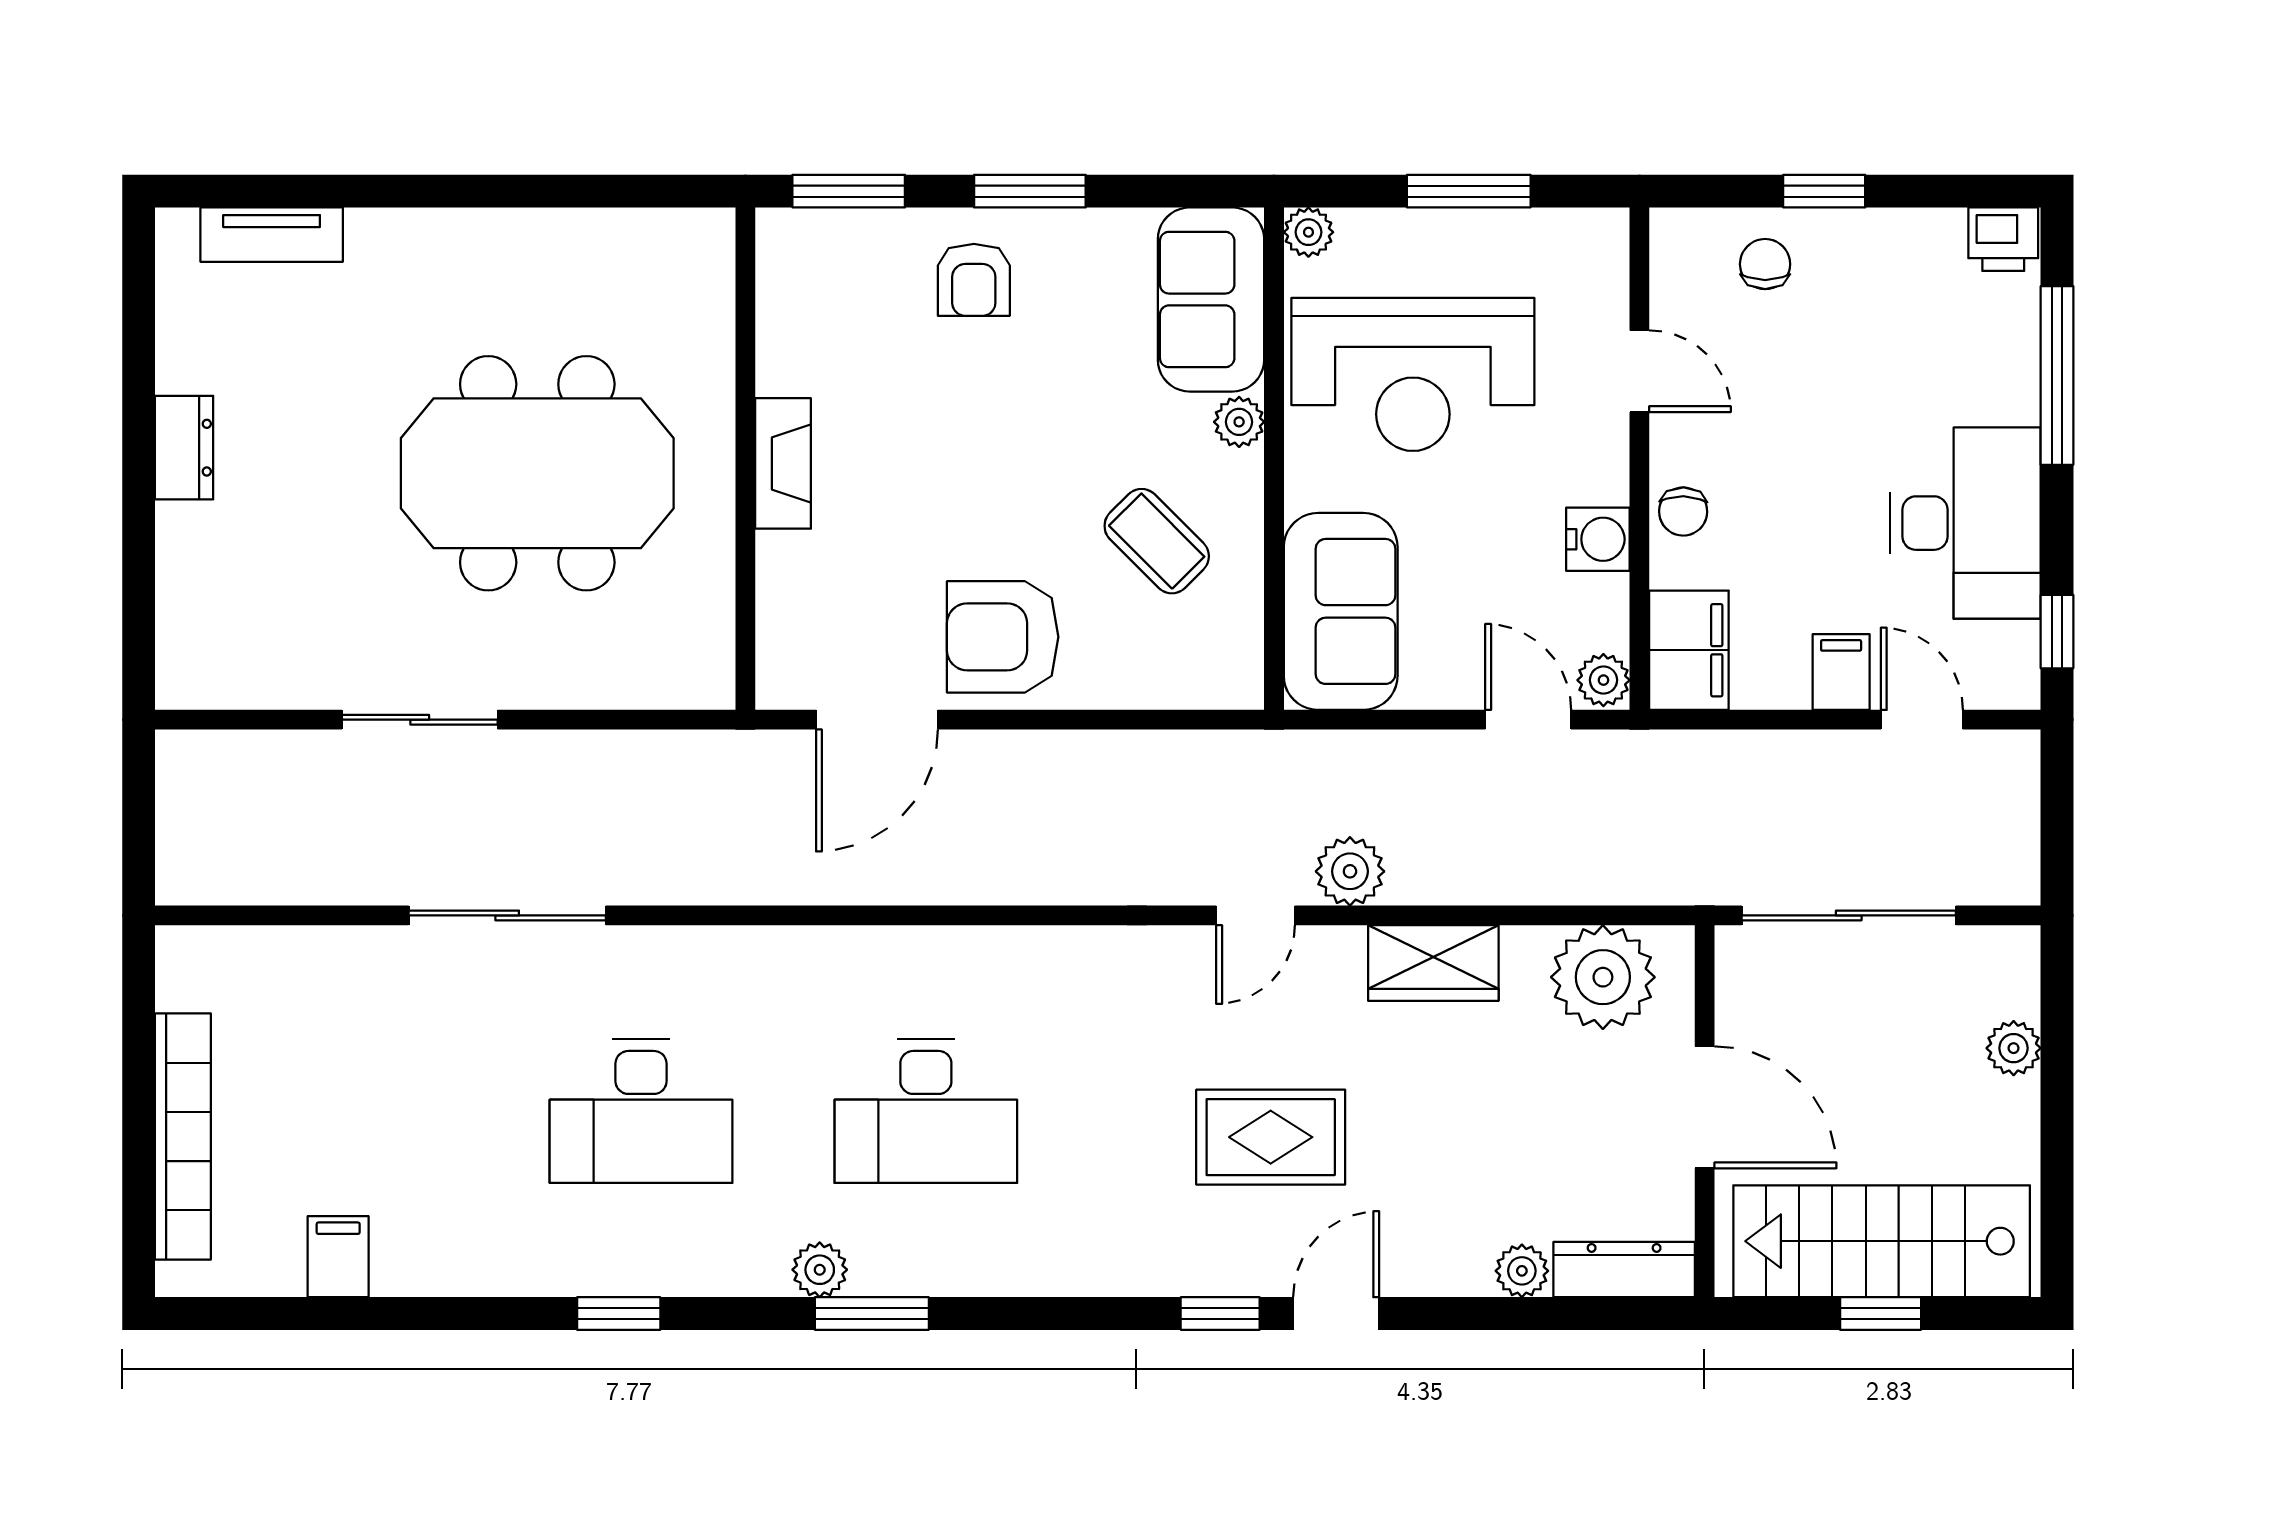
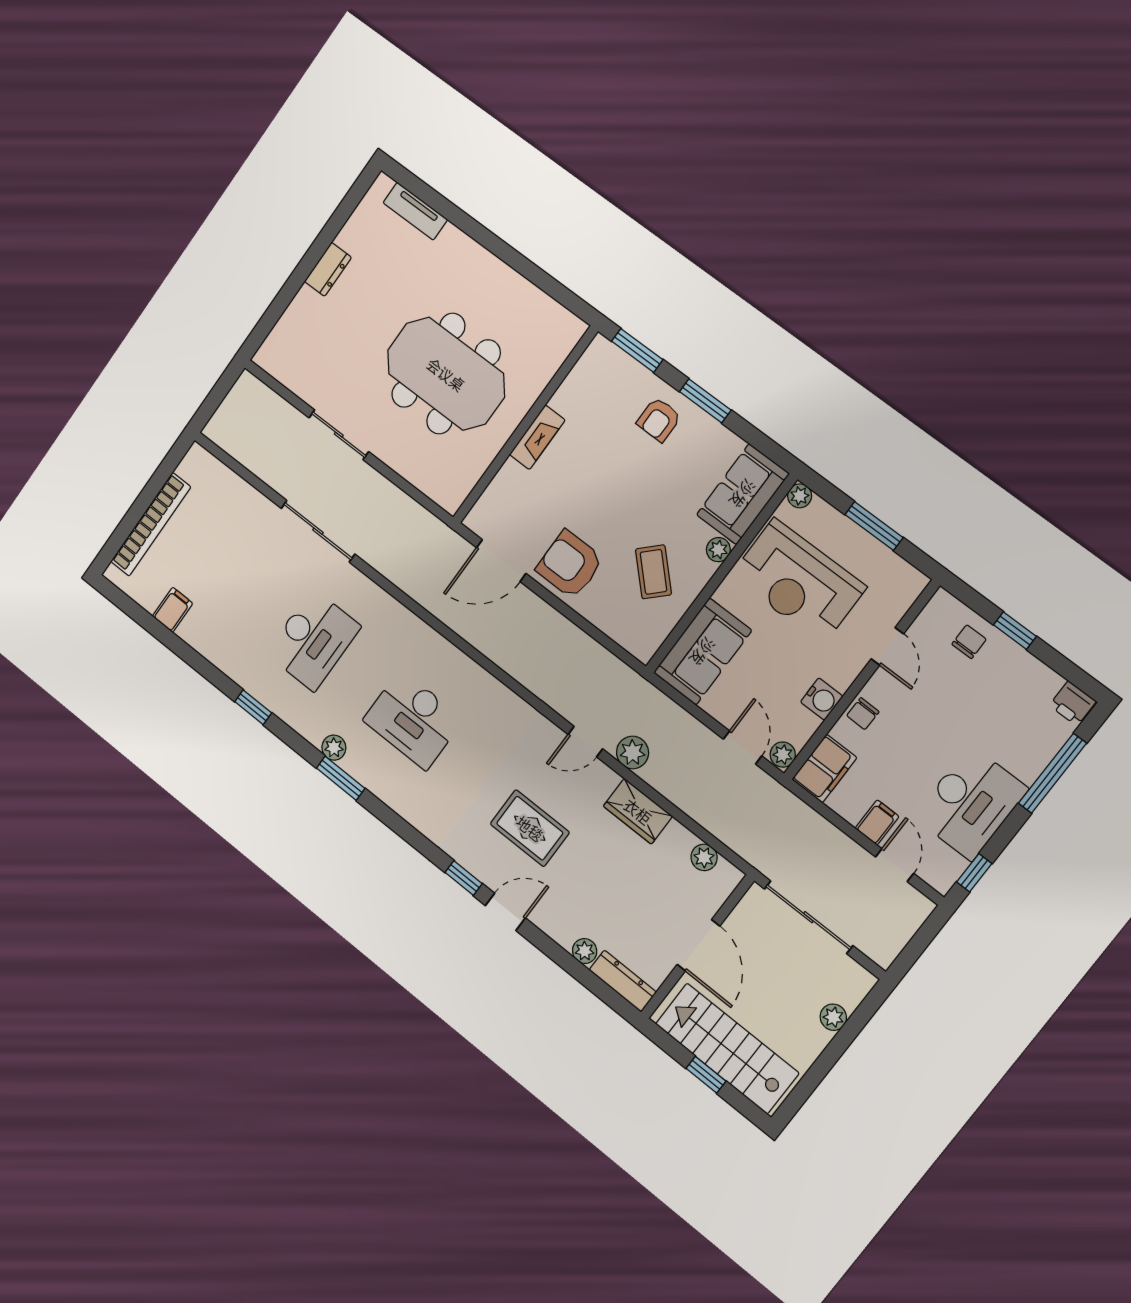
plant: (1603, 977) -> (704, 857), width x0.53, depth x0.53
desk: (641, 1111) -> (313, 640), turned -90

